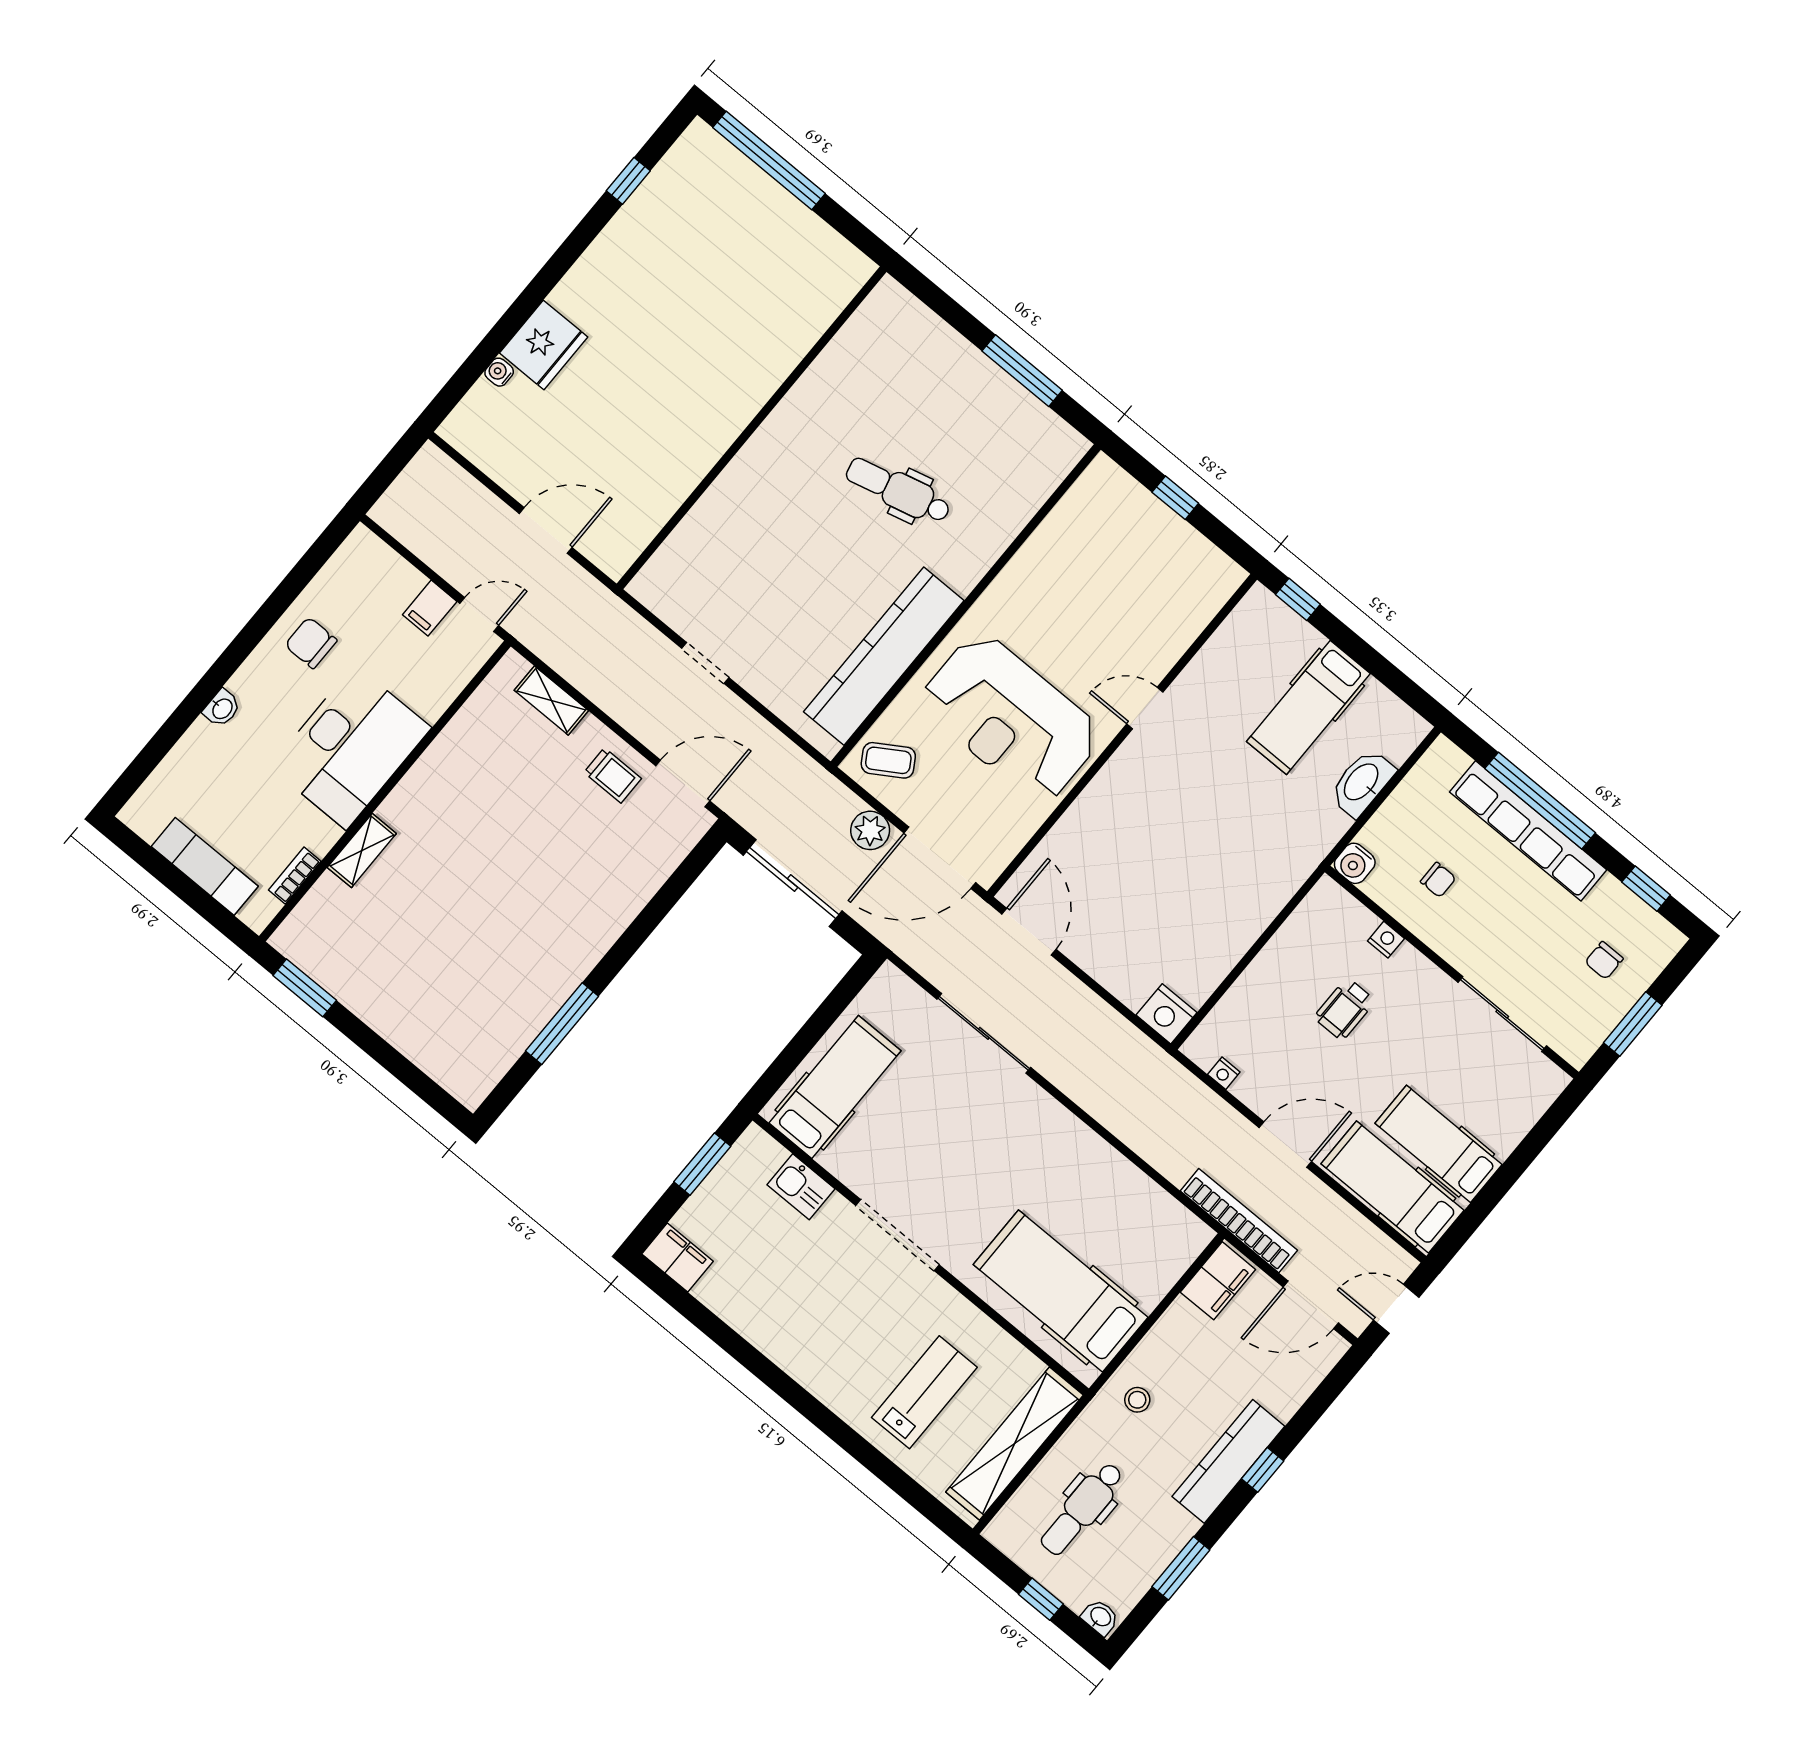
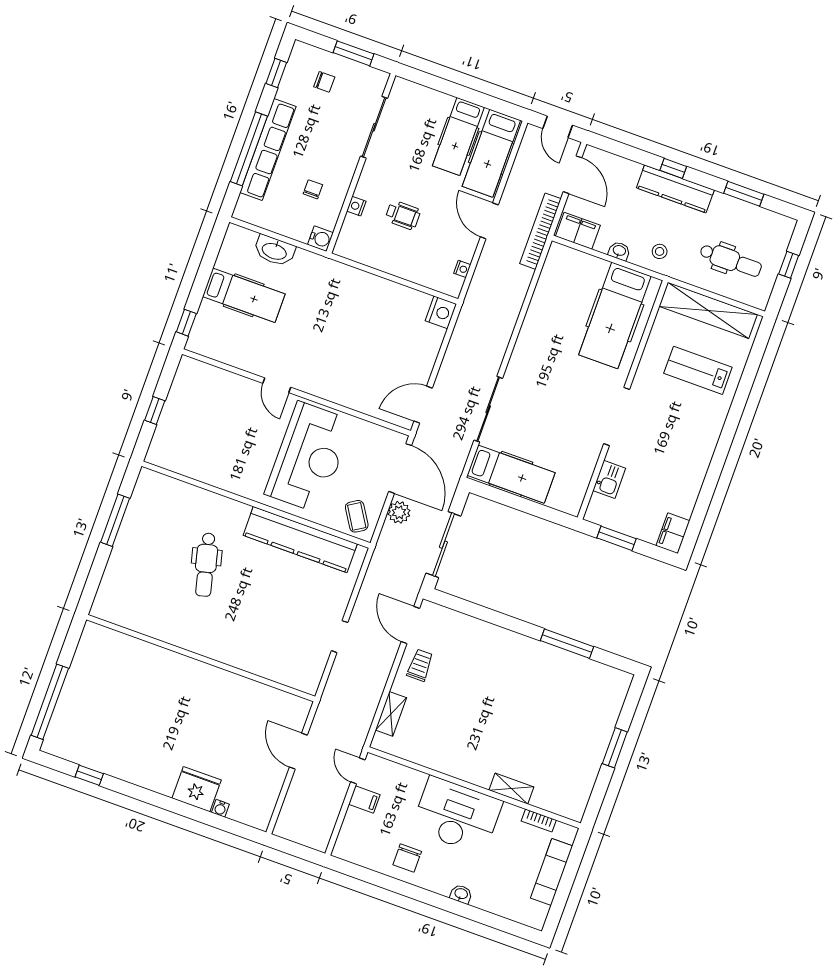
window: (305, 988) -> (615, 748), moved
hospital bed: (835, 1087) -> (511, 474), moved, turned 180
washbasin: (1100, 1617) -> (619, 251), moved, turned 90

